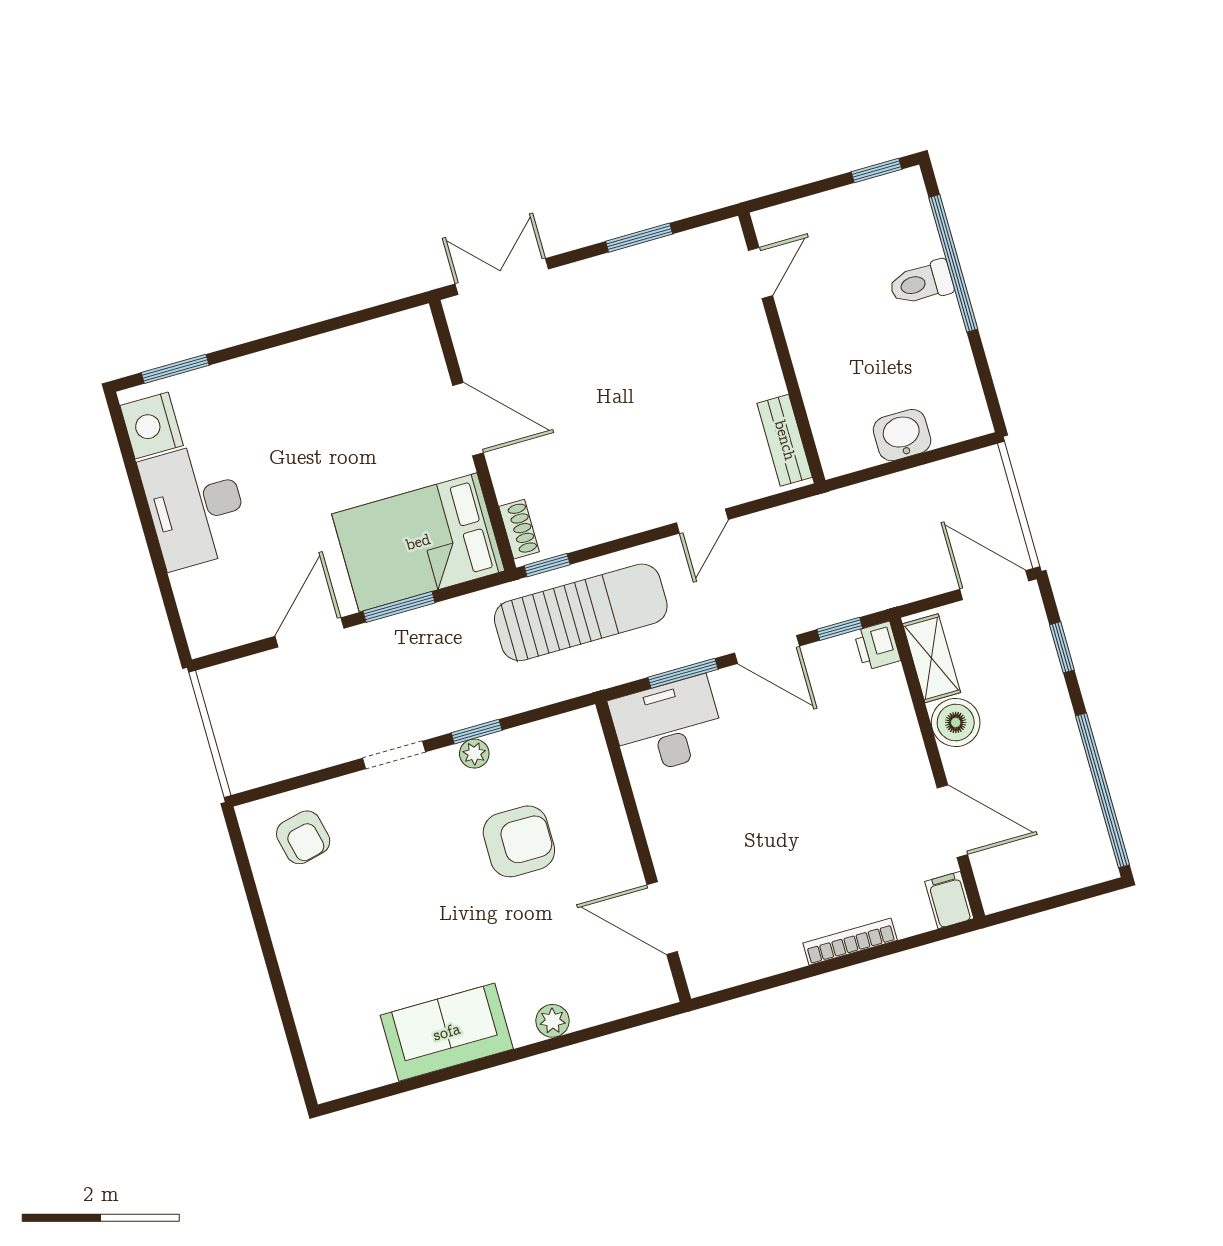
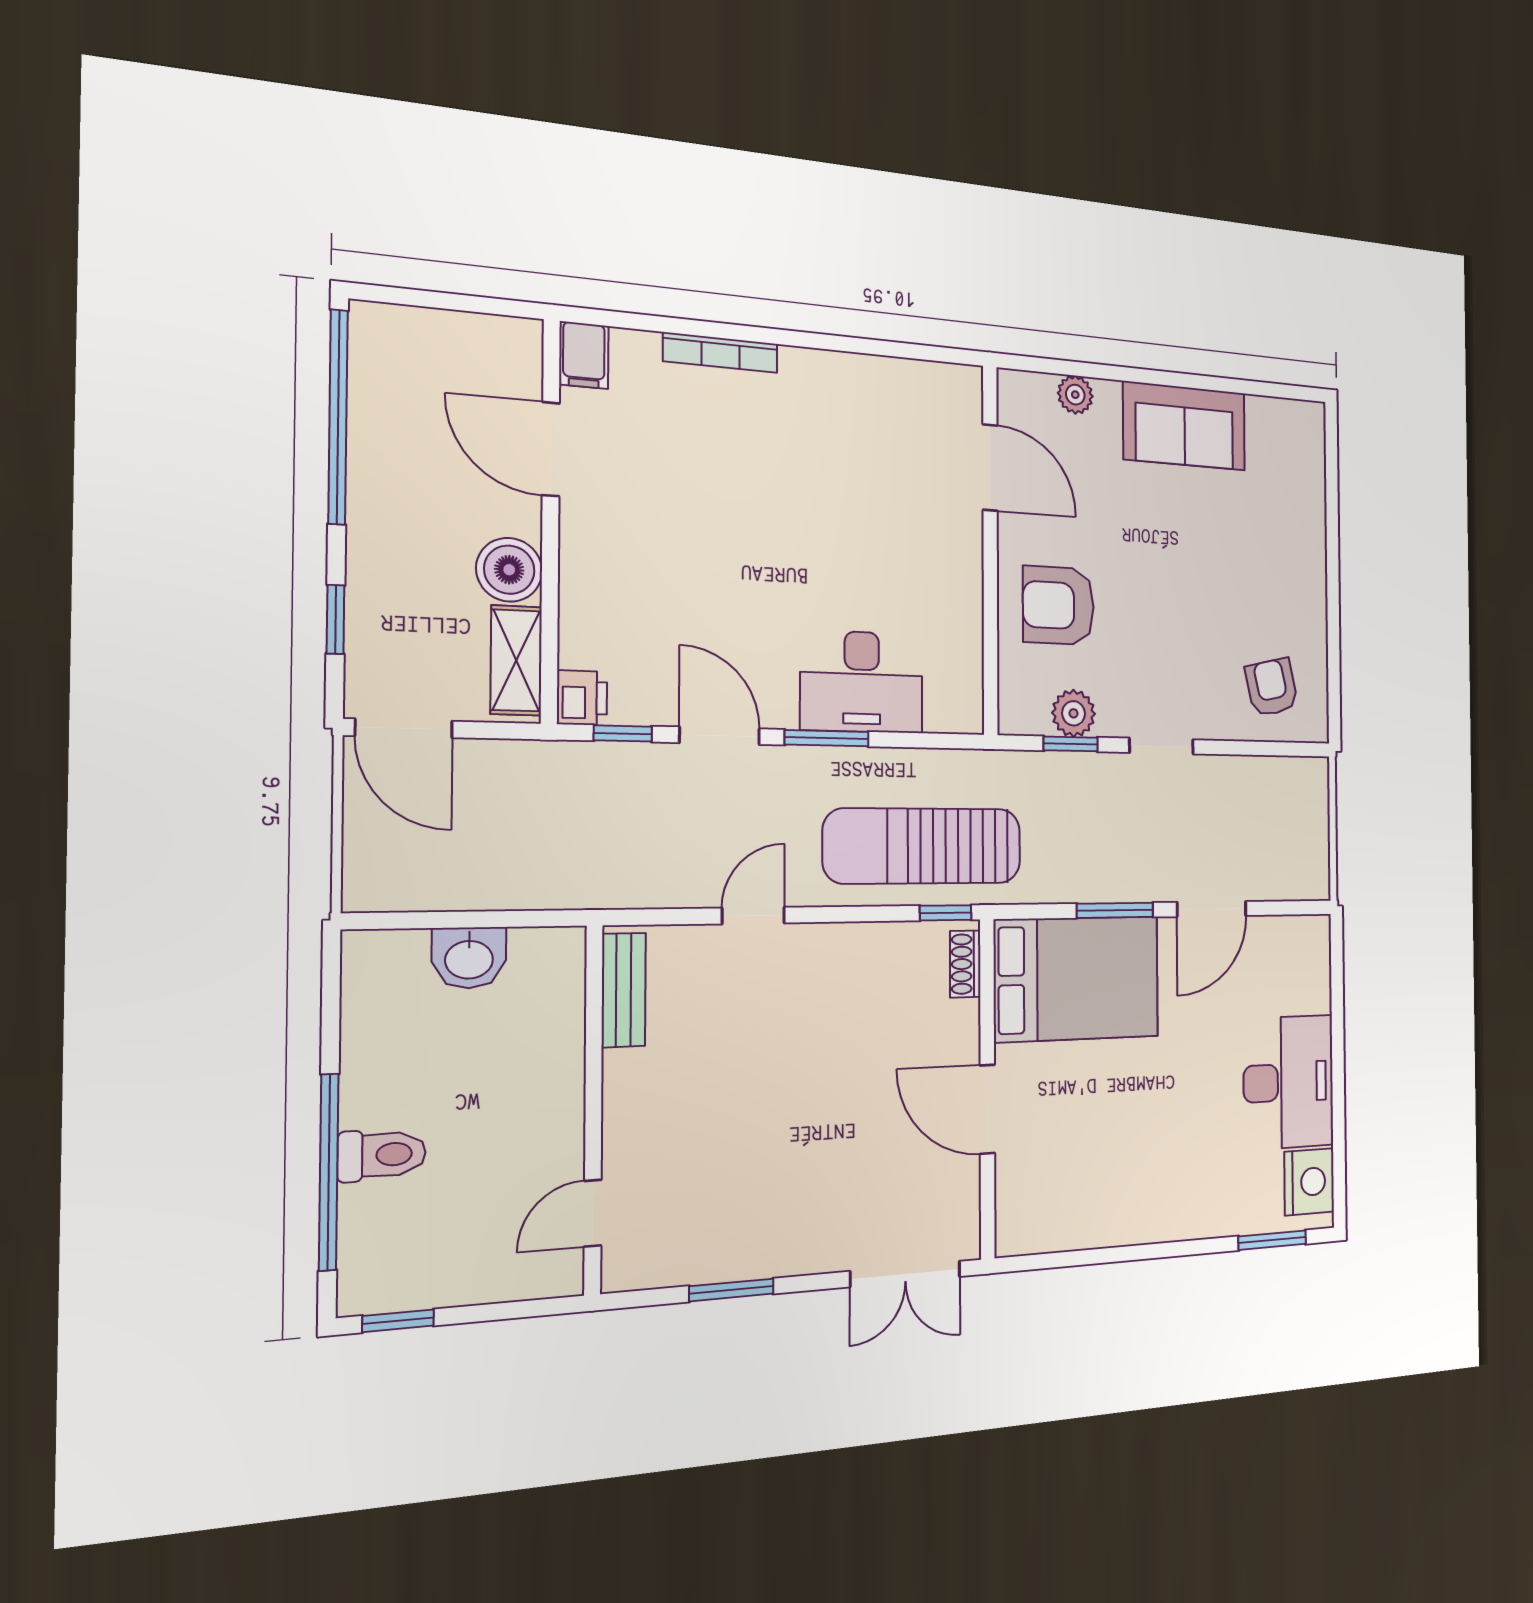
plant: (474, 754) -> (1074, 713), width x1.38, depth x1.38
wall: (643, 851) -> (990, 550), moved
door: (662, 918) -> (990, 468), moved

